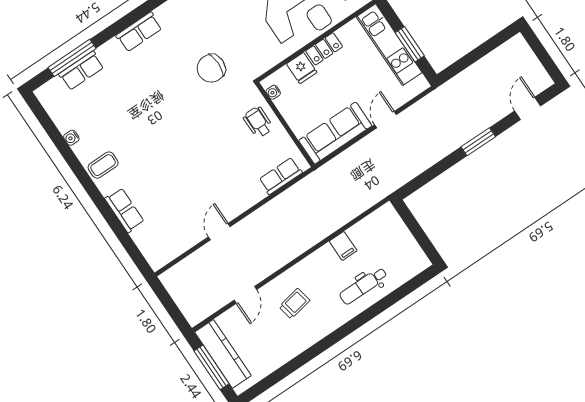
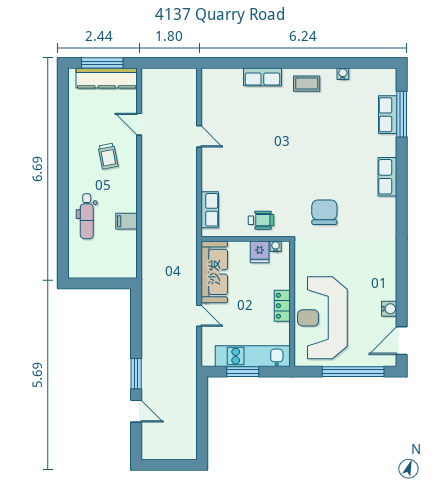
fridge: (302, 68) -> (260, 252), moved, turned -90
door: (528, 108) -> (136, 411), moved
coffee table: (103, 165) -> (307, 84), turned 90
dental chair: (363, 286) -> (87, 216), turned 180

